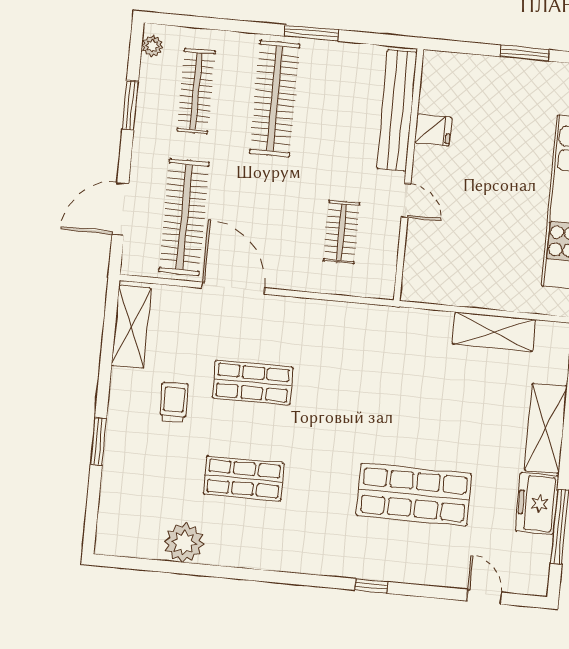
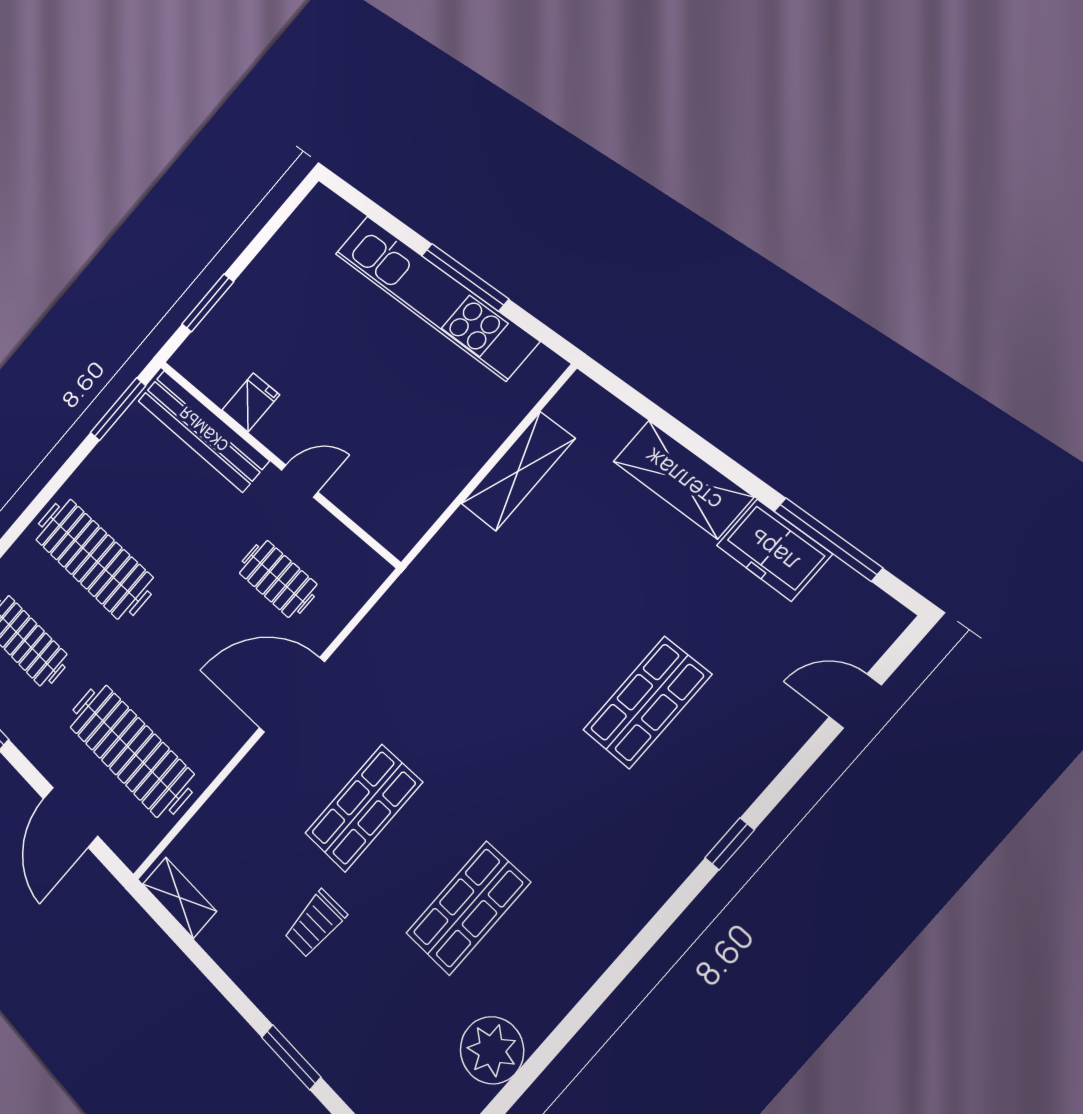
window: (311, 33) -> (118, 409), moved
window: (525, 53) -> (208, 303), moved
door: (233, 288) -> (292, 695), moved
shelving: (131, 327) -> (179, 898), width x0.67, depth x0.75
trolley: (174, 402) -> (315, 924), turned -90
shop shelf: (414, 495) -> (647, 702), width x0.70, depth x0.74

